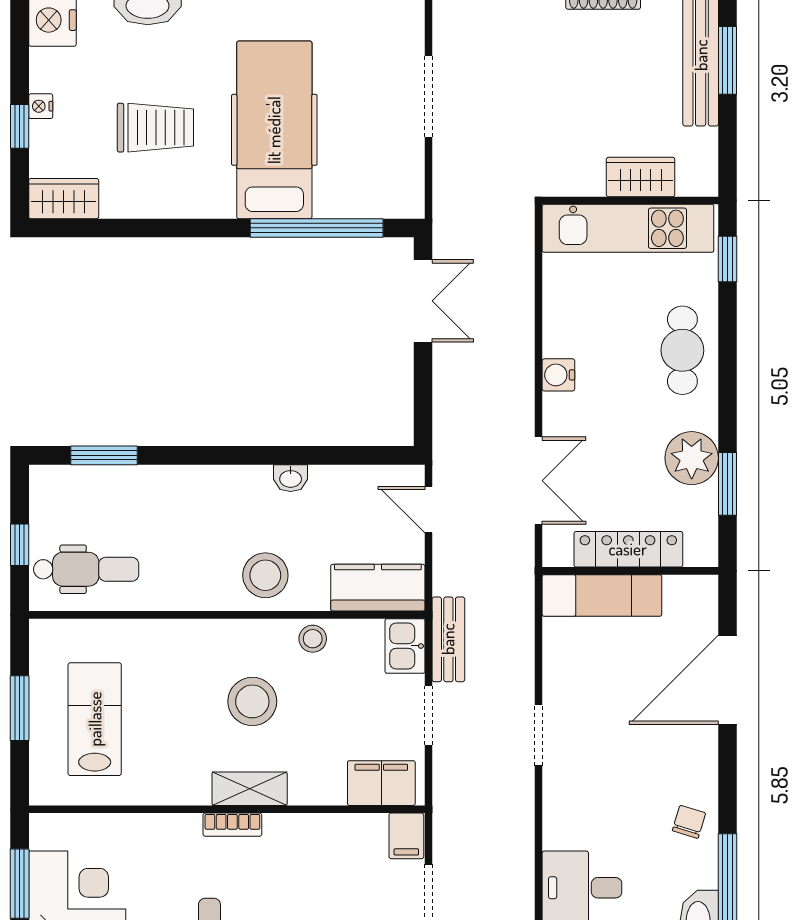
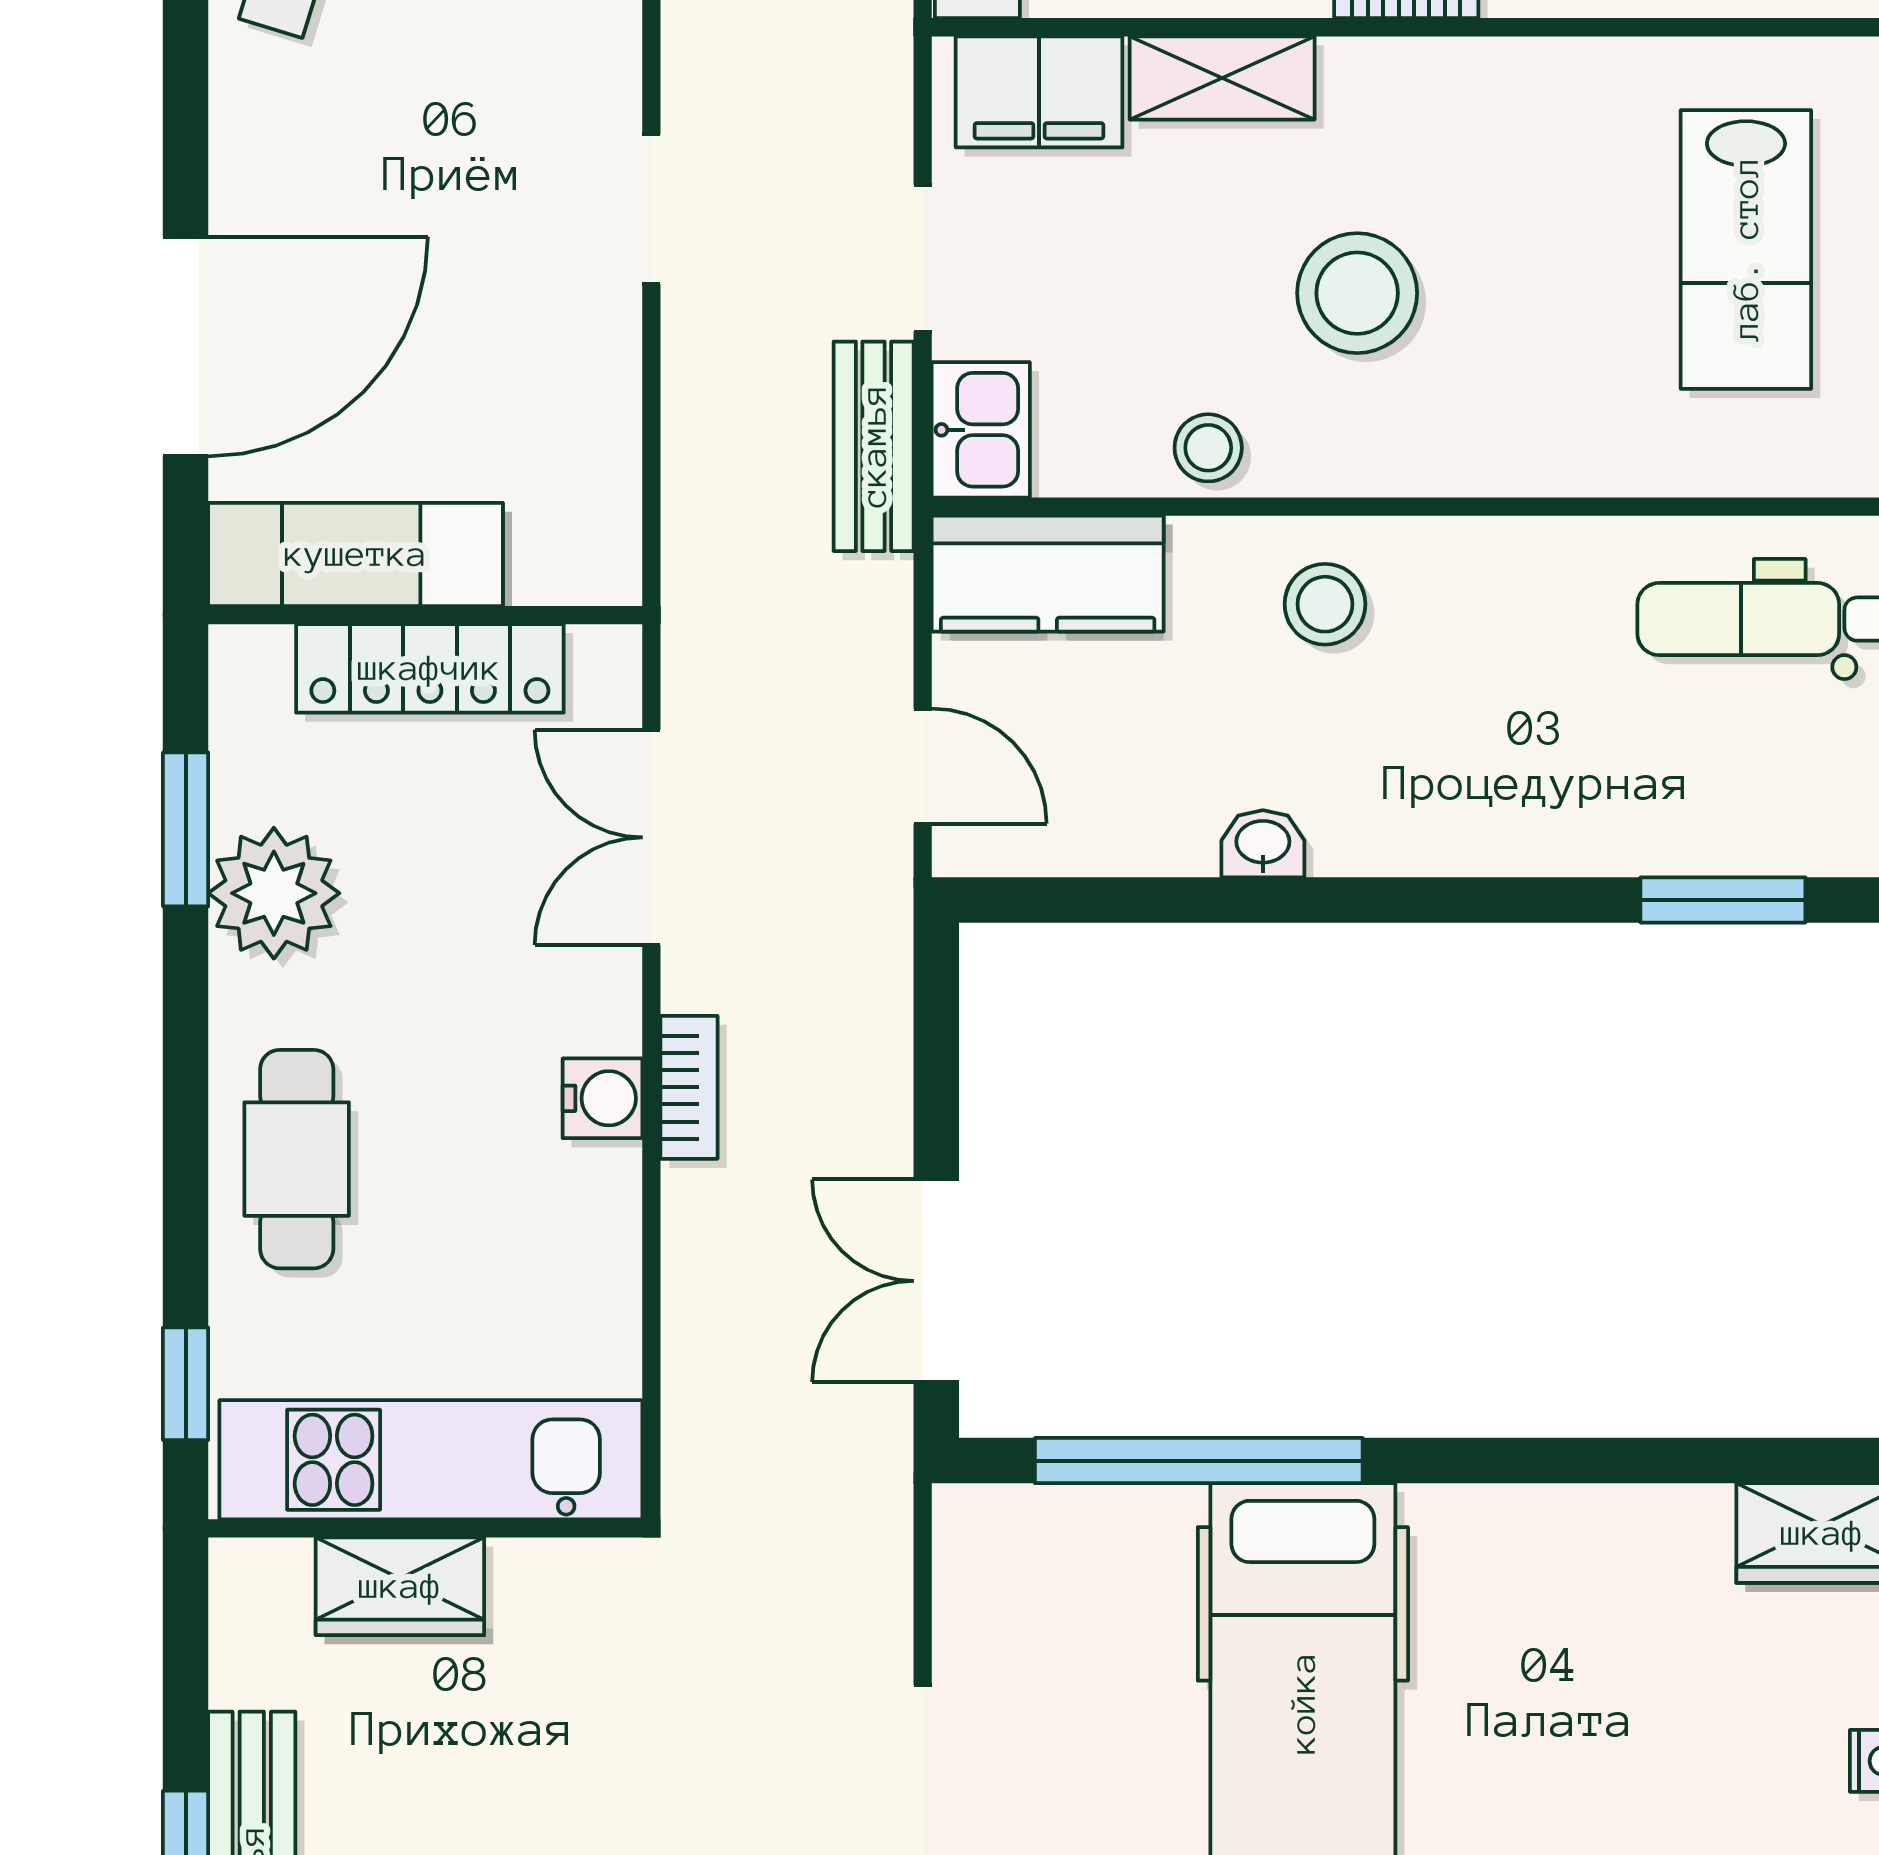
trolley: (155, 128) -> (1596, 1708), removed
bookcase: (523, 379) -> (689, 1087), added
stool: (265, 575) -> (1325, 604), width x0.73, depth x0.73
exam couch: (602, 595) -> (356, 554), moved
shelving: (250, 789) -> (1222, 78), moved

